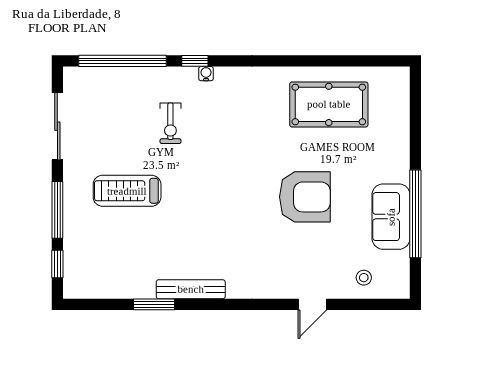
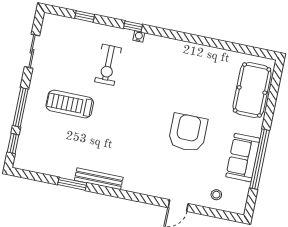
window: (123, 61) -> (85, 16), width x0.32
pool table: (329, 104) -> (252, 90), moved, turned 90
exercise bike: (170, 123) -> (108, 65), width x1.38, depth x1.39
sliding door: (57, 126) -> (32, 51), width x0.73
armchair: (305, 197) -> (188, 133), turned -90

